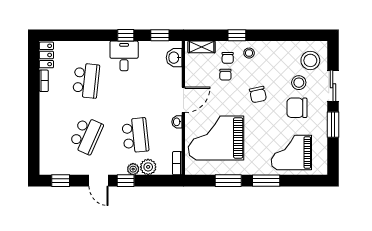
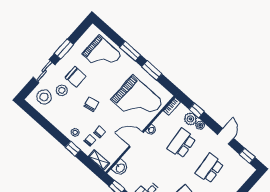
school desk: (86, 135) -> (210, 168), turned -30
window: (126, 181) -> (197, 110), moved

